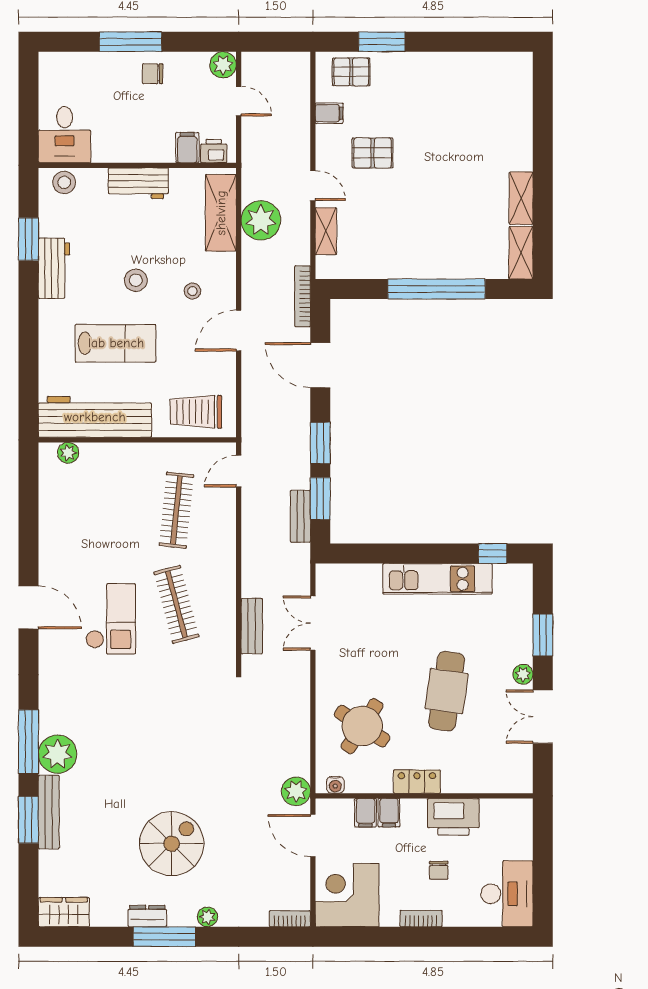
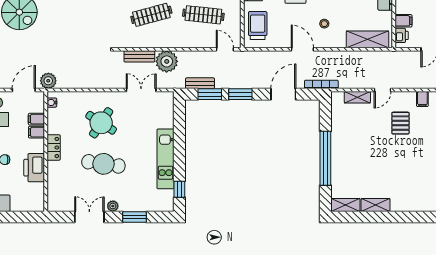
plant: (261, 220) -> (167, 61), moved
round table: (362, 726) -> (101, 123), moved

